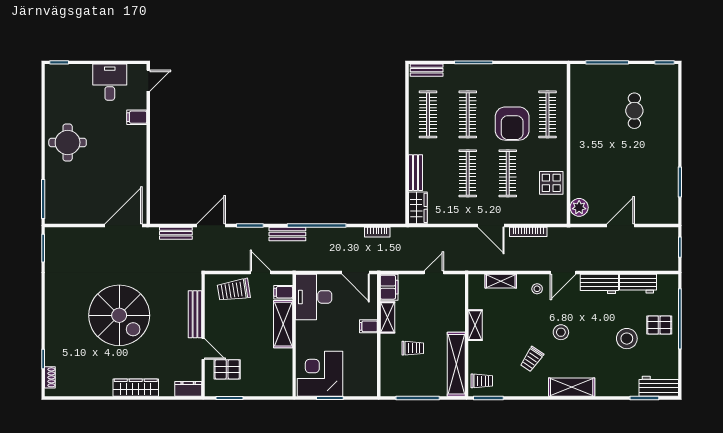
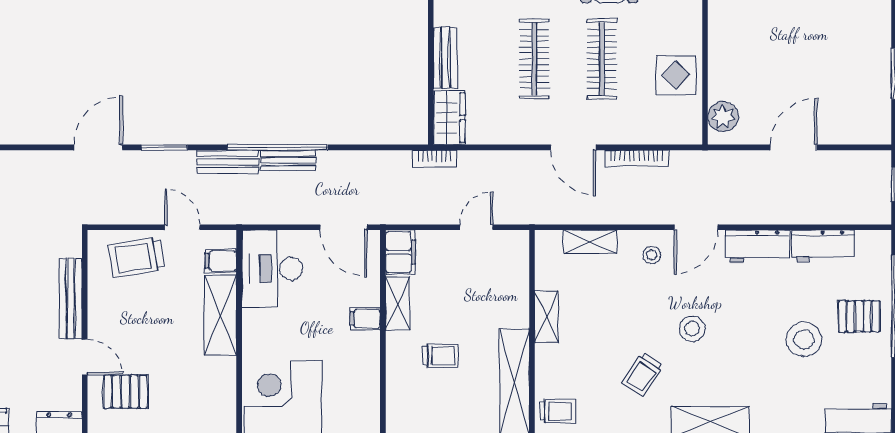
bookcase: (377, 232) -> (435, 159), moved
bench: (176, 233) -> (288, 161), moved

